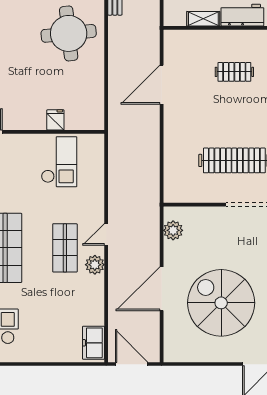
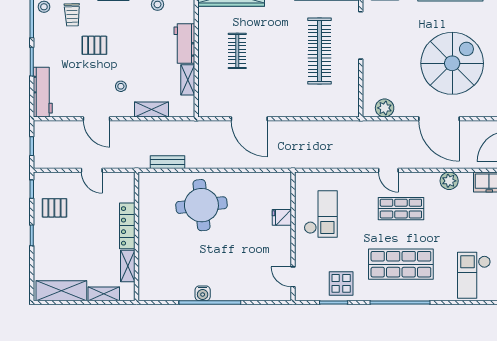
checkout: (59, 162) -> (321, 214), turned 90
plant: (95, 265) -> (449, 181), moved
spiral stairs: (221, 303) -> (452, 63), turned 180

